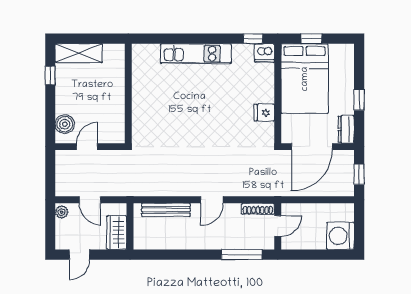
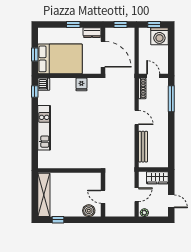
shelving: (79, 53) -> (44, 195), width x1.47
window: (359, 227) -> (154, 24), added

